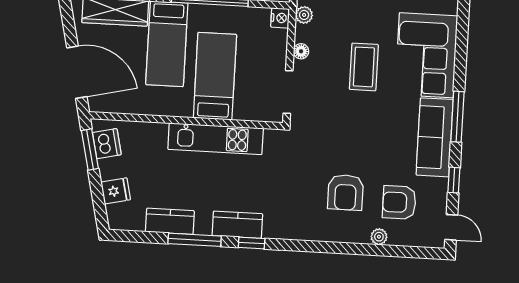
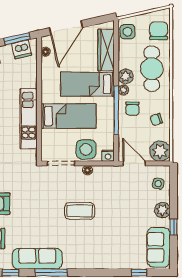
plant: (304, 15) -> (111, 171), removed
side table: (268, 52) -> (86, 149), added
corner sofa: (426, 55) -> (89, 250), removed
floor lamp: (113, 106) -> (46, 52), added

